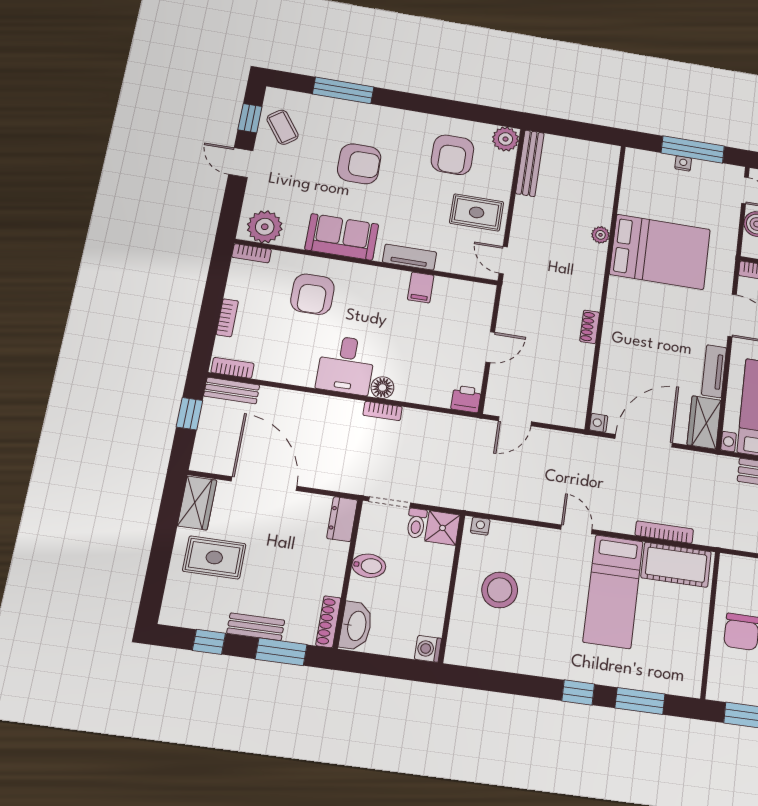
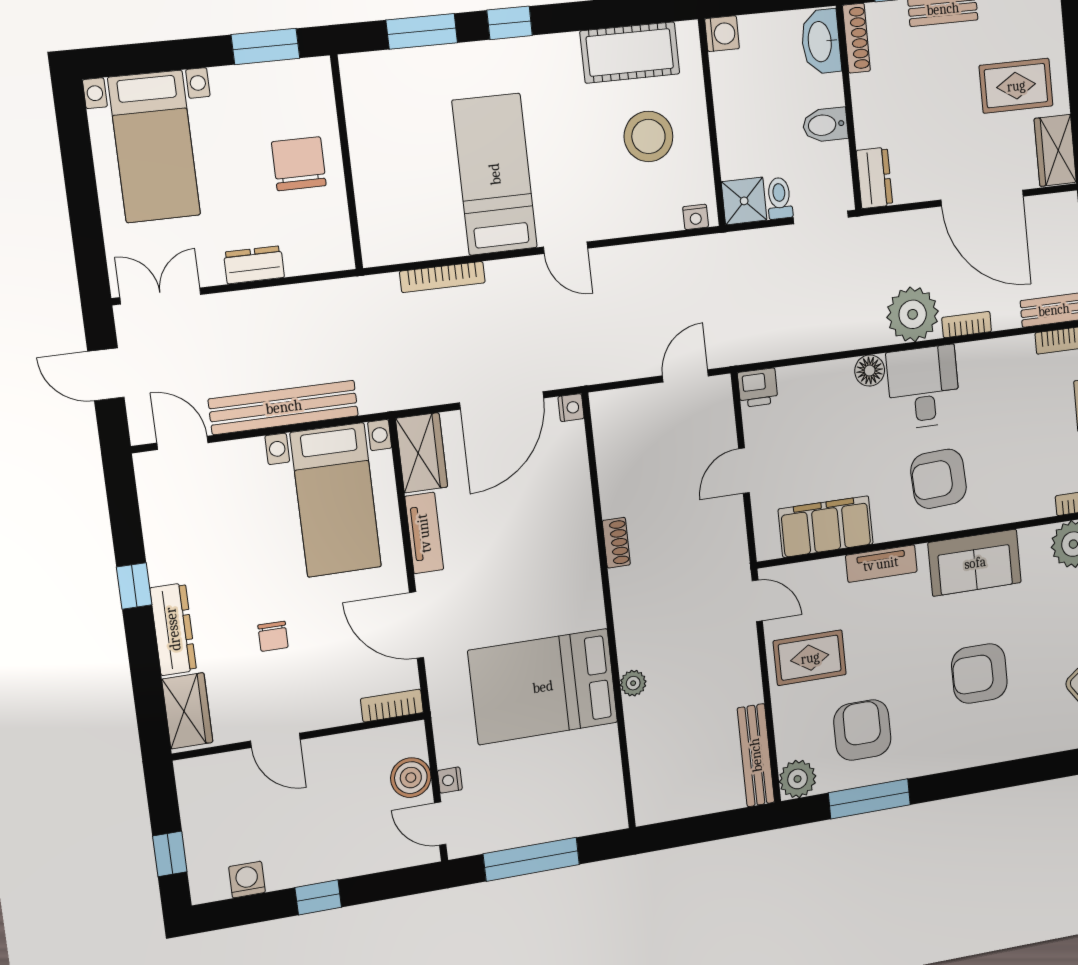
window: (343, 90) -> (869, 799), moved
nightstand: (683, 163) -> (450, 780), moved, turned 90
filing cabinet: (421, 287) -> (826, 527), width x3.00, depth x1.17
armchair: (312, 294) -> (939, 479), moved, turned -93
bookcase: (383, 411) -> (967, 325), moved
plant: (340, 417) -> (913, 314), added
cot: (676, 565) -> (630, 52), moved

